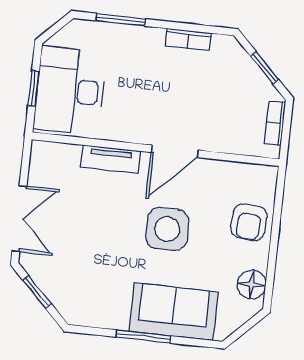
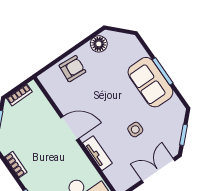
side table: (167, 229) -> (135, 130), moved, width x0.54, depth x0.54
sofa: (173, 312) -> (150, 82), moved

